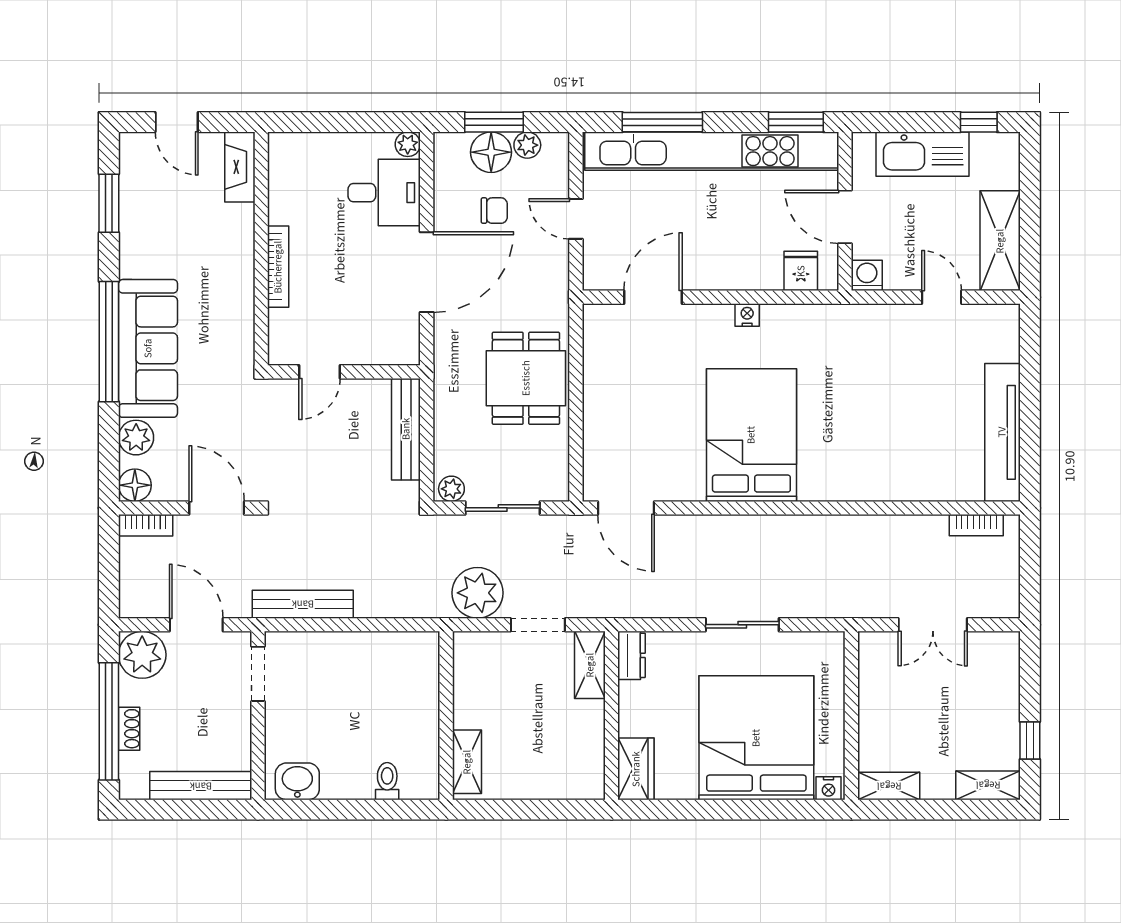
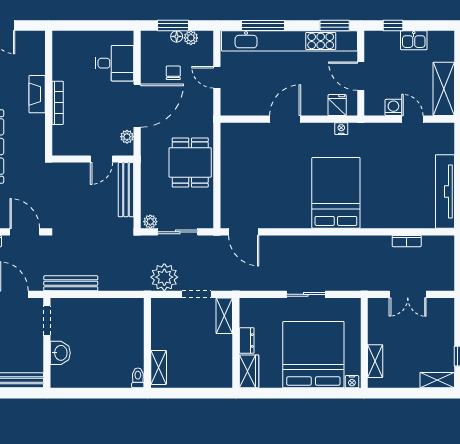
window: (979, 122) -> (393, 25), moved
plant: (408, 144) -> (127, 137), moved
floor lamp: (491, 152) -> (177, 36), width x0.53, depth x0.53
kitchen sink: (923, 154) -> (414, 40), width x0.53, depth x0.81
fireplace: (240, 167) -> (37, 94), moved
chair: (494, 211) -> (173, 73), turned -90
washing machine: (867, 275) -> (393, 107), moved
door: (653, 297) -> (285, 119), moved
nightstand: (747, 315) -> (341, 129), moved
door: (320, 372) -> (101, 159), moved
bed: (751, 435) -> (336, 193), moved
bookcase: (976, 525) -> (407, 241), moved
dresser: (632, 655) -> (247, 340), moved
washbasin: (297, 781) -> (60, 353), moved, turned 90
toilet: (387, 781) -> (138, 378), moved
shelving: (889, 786) -> (375, 361), moved, turned 90

